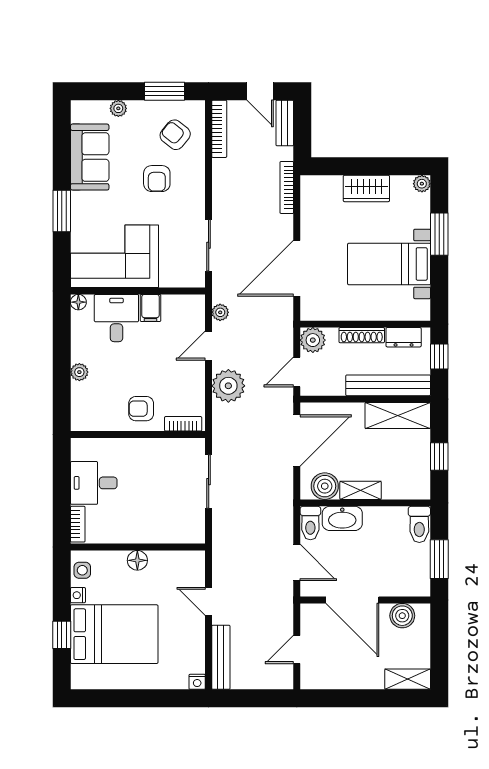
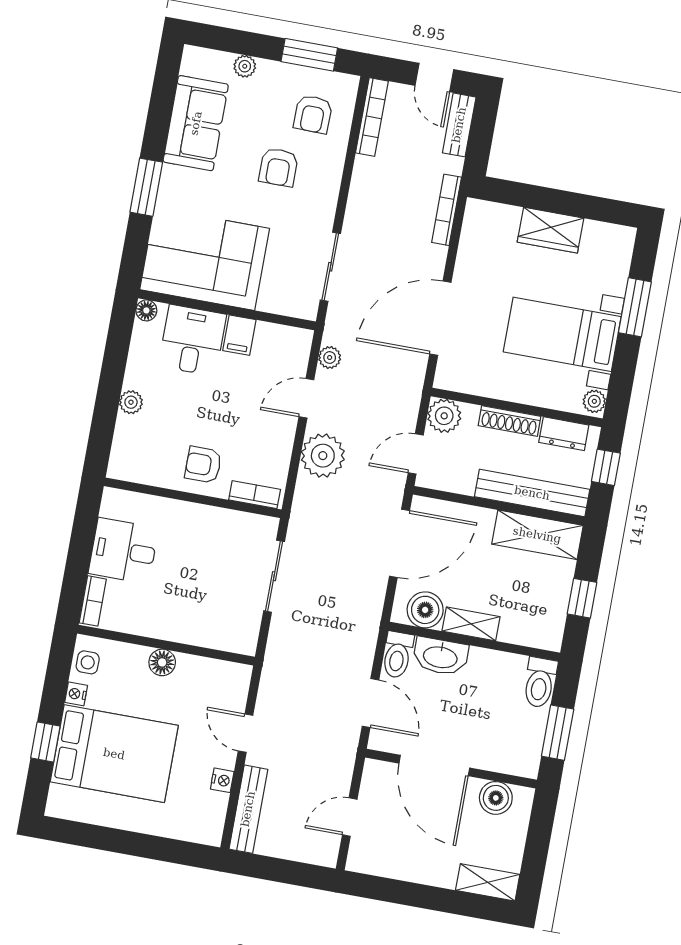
armchair: (175, 135) -> (313, 114), turned -128
plant: (422, 184) -> (594, 401), moved
nightstand: (197, 682) -> (222, 780), moved, turned -90

